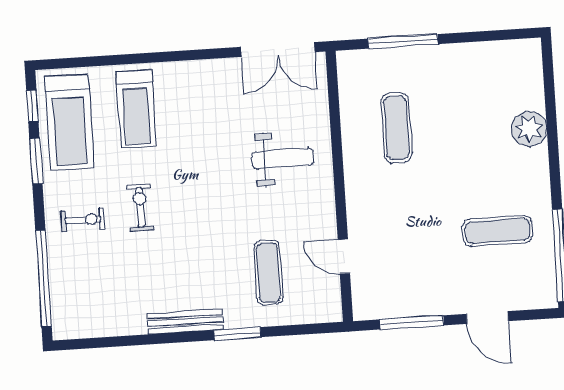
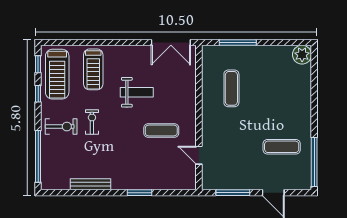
plant: (529, 129) -> (302, 55), moved
weight bench: (283, 159) -> (137, 92), moved
window: (36, 161) -> (38, 94), width x0.67
exercise bike: (83, 220) -> (61, 127), width x1.38, depth x1.39
exercise mat: (268, 273) -> (161, 131), moved, turned 90
bench: (185, 321) -> (90, 184), moved

